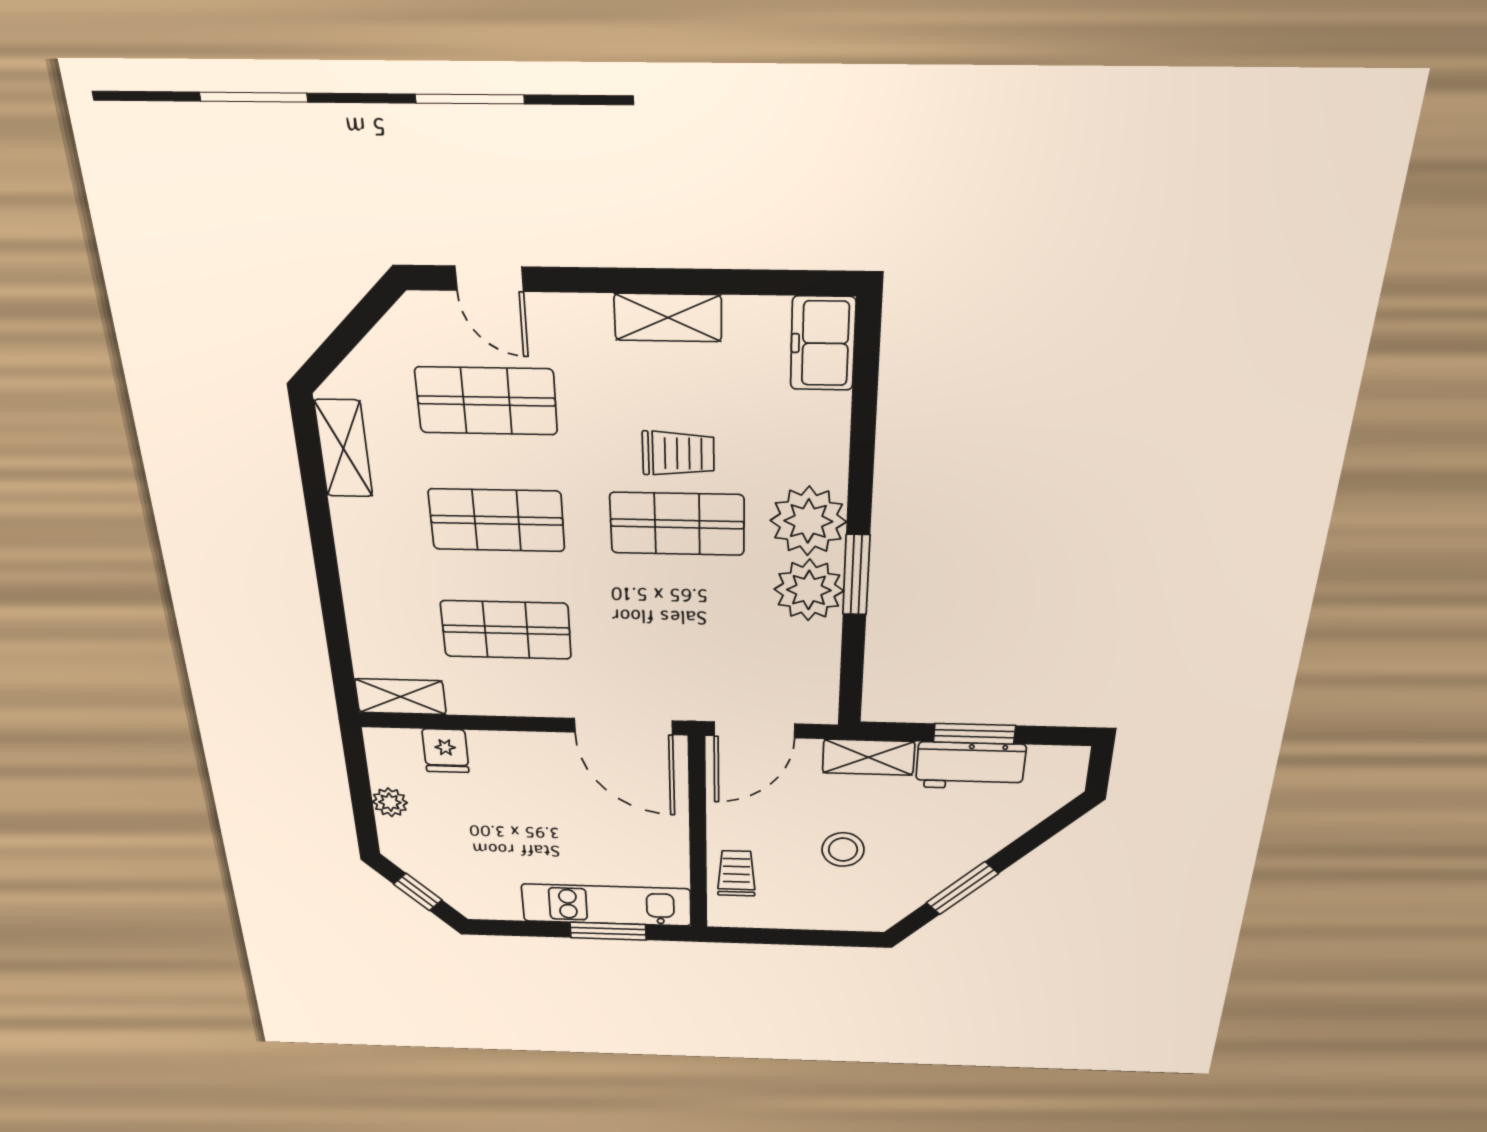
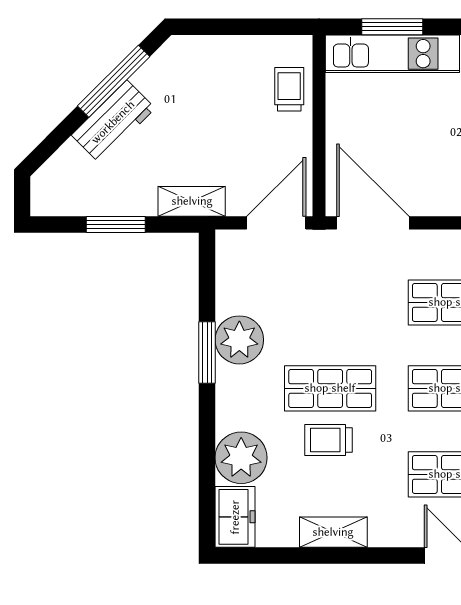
plant: (808, 521) -> (241, 458), moved
workbench: (970, 766) -> (113, 122), moved, turned 135
stool: (843, 850) -> (207, 115), removed
trolley: (736, 873) -> (289, 89), turned 180
window: (962, 888) -> (114, 81), width x1.44

